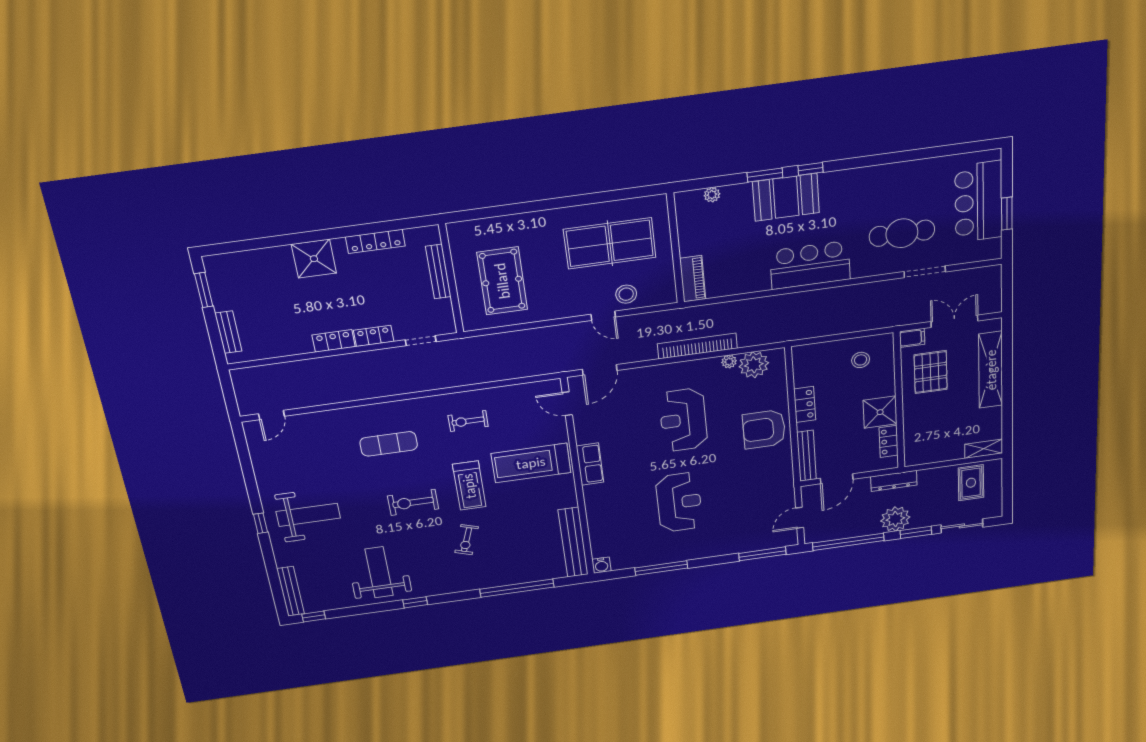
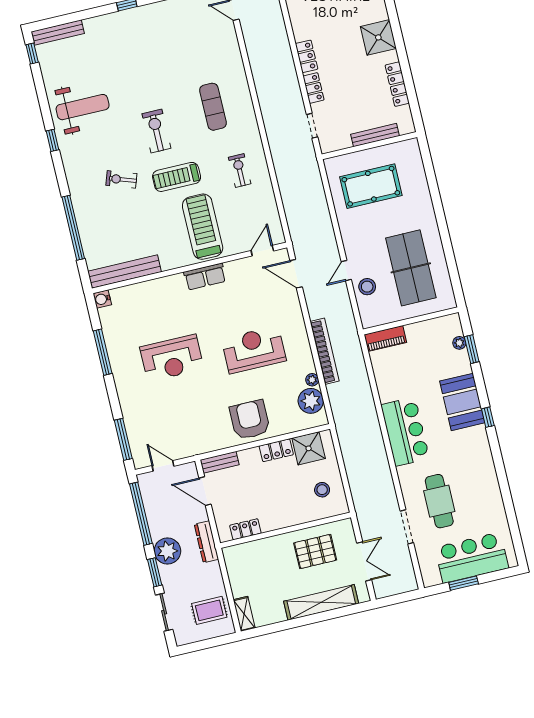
window: (765, 175) -> (472, 349), moved
filing cabinet: (912, 338) -> (346, 529), removed
shower: (880, 412) -> (309, 448), moved
bench: (806, 456) -> (220, 462), width x0.73
weight bench: (308, 515) -> (138, 44), removed

